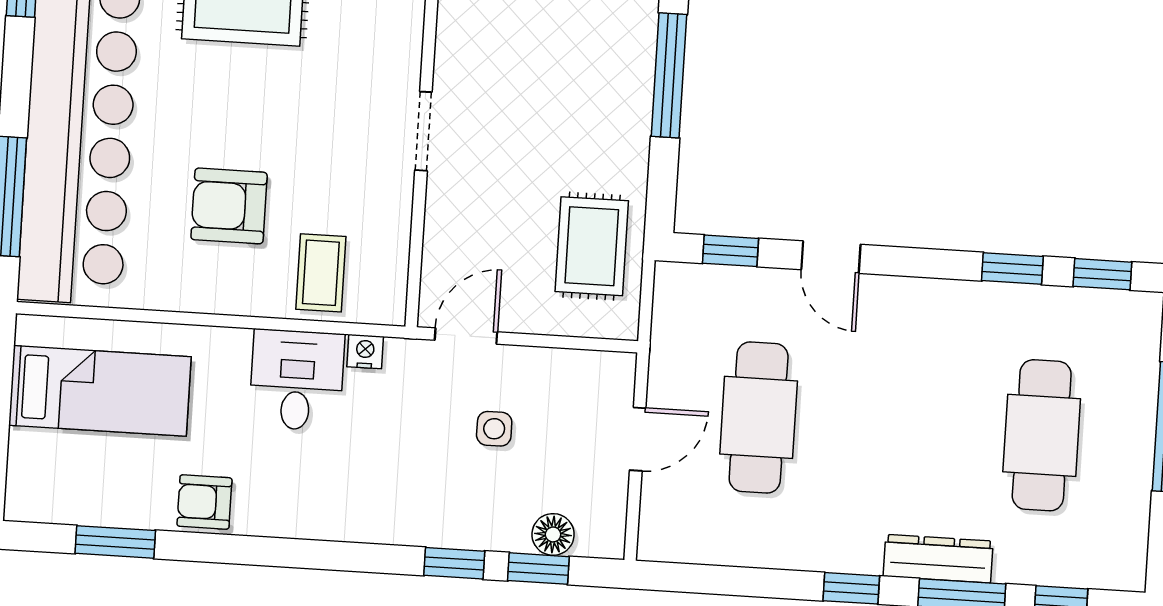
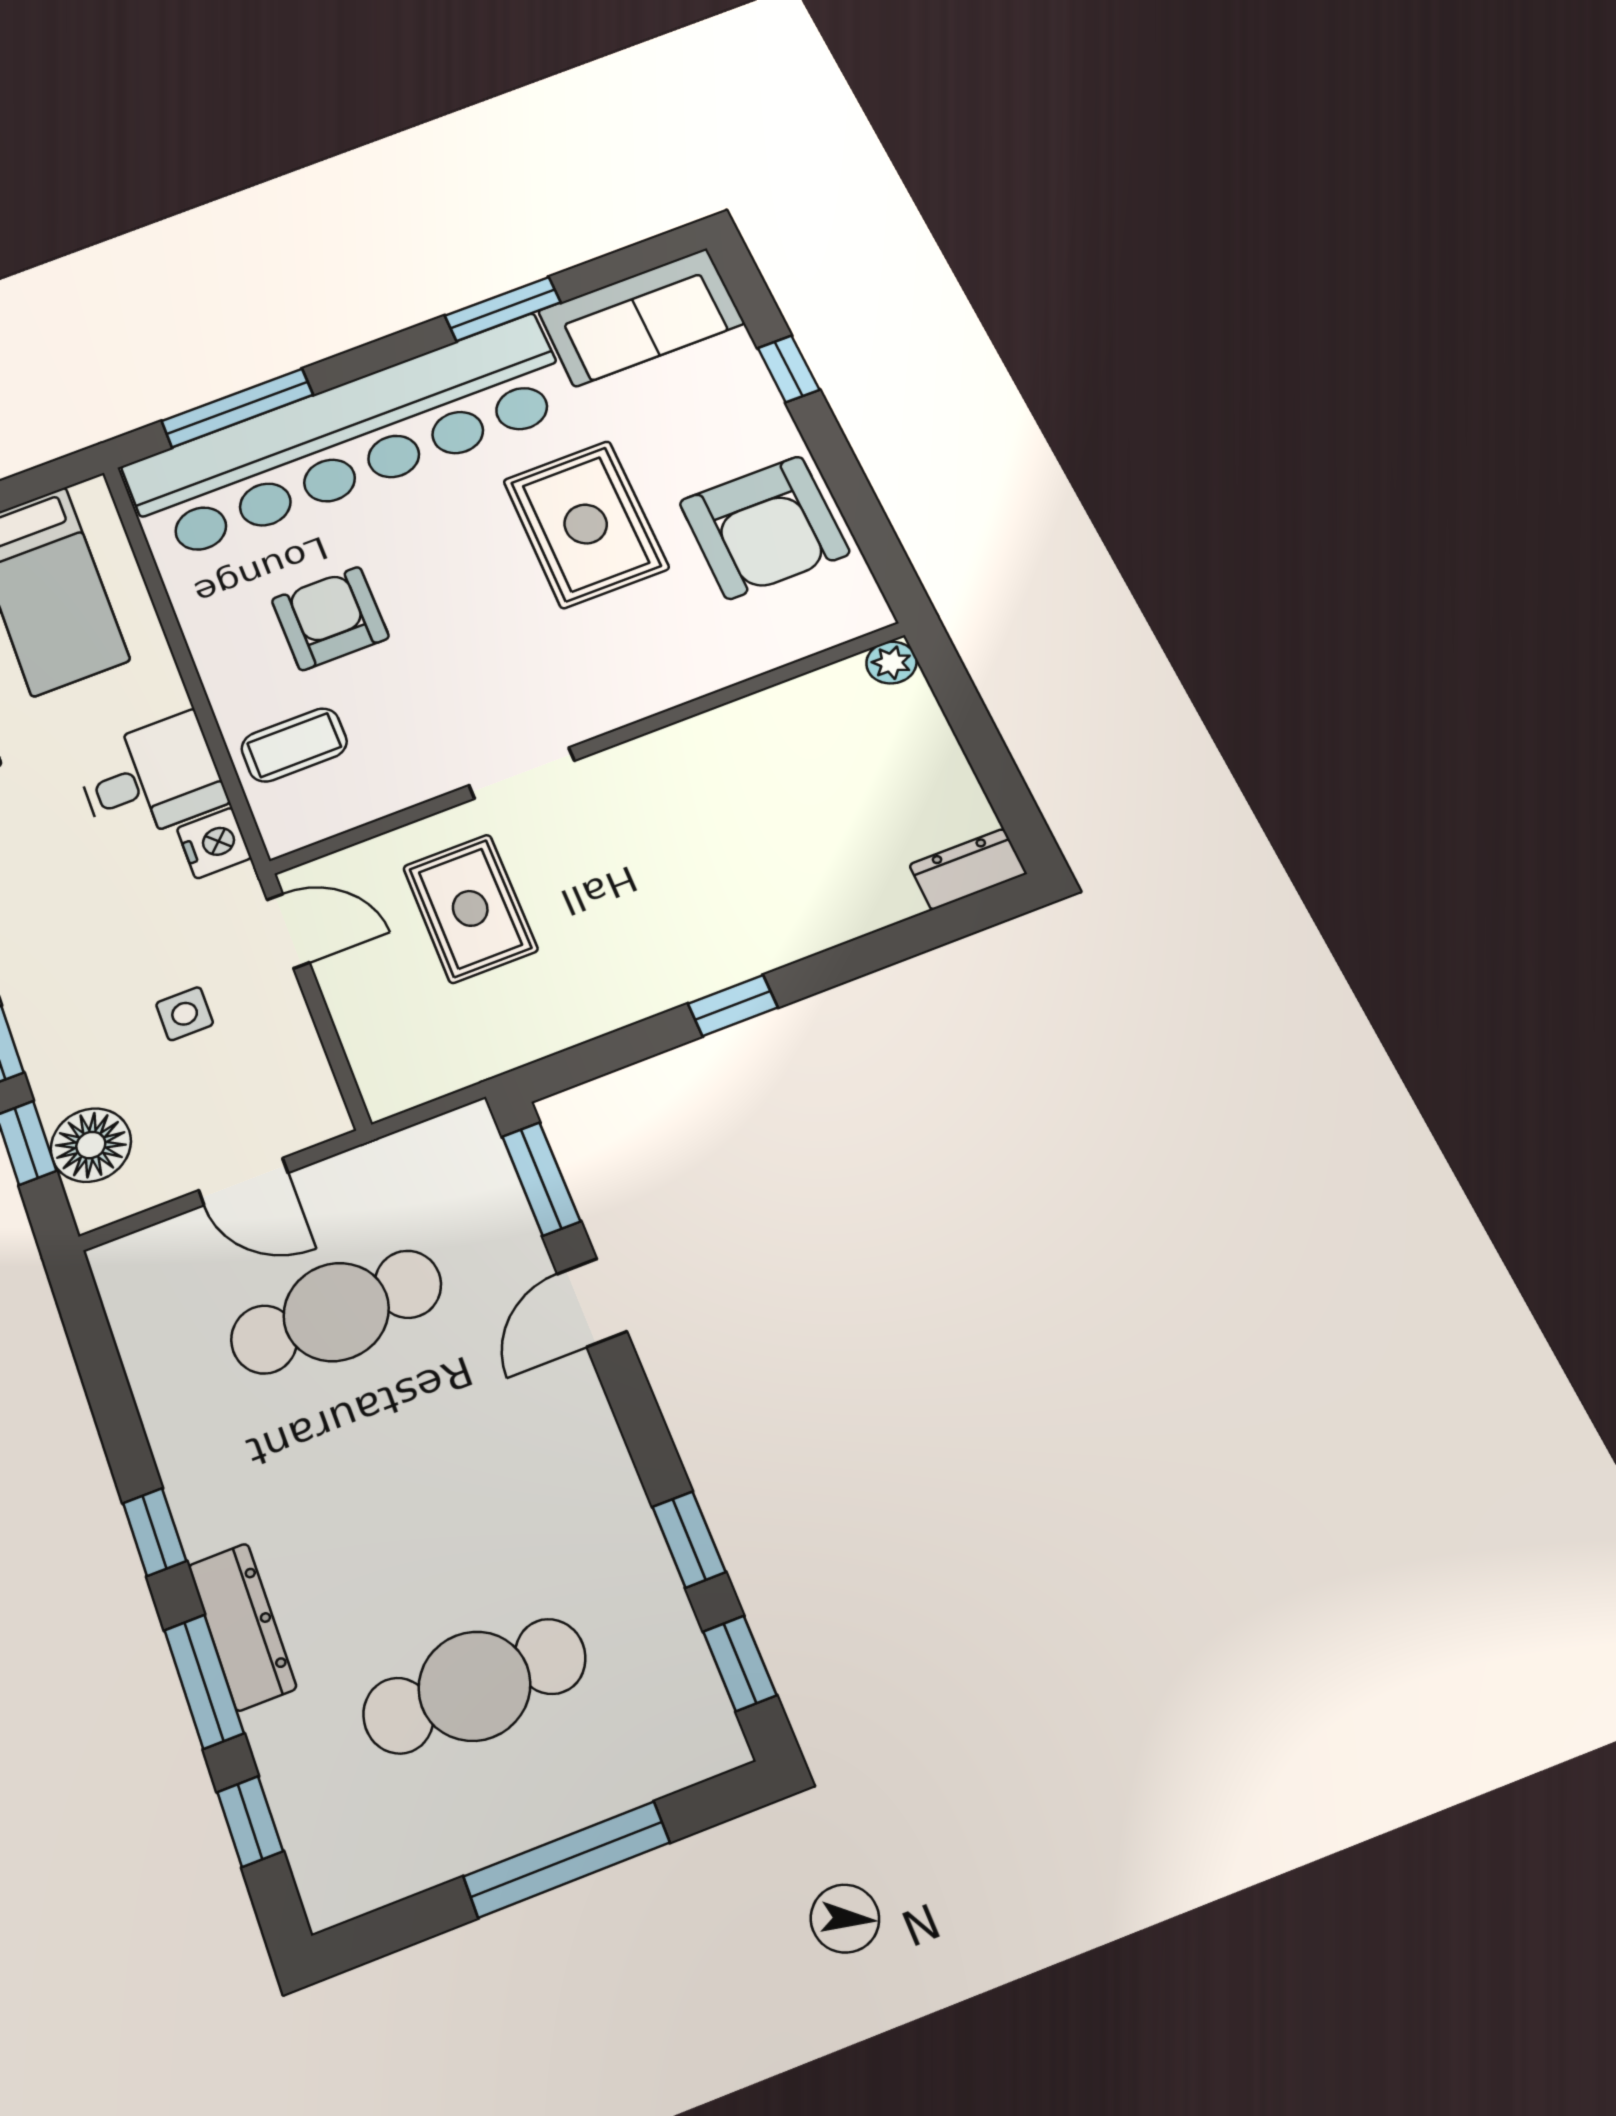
window: (669, 75) -> (733, 1006), width x0.46
rug: (592, 246) -> (470, 908), moved, turned 90
window: (731, 251) -> (541, 1179), width x1.50
nightstand: (365, 352) -> (214, 843), width x1.39, depth x1.35
floor lamp: (553, 534) -> (91, 1145), width x1.38, depth x1.38

